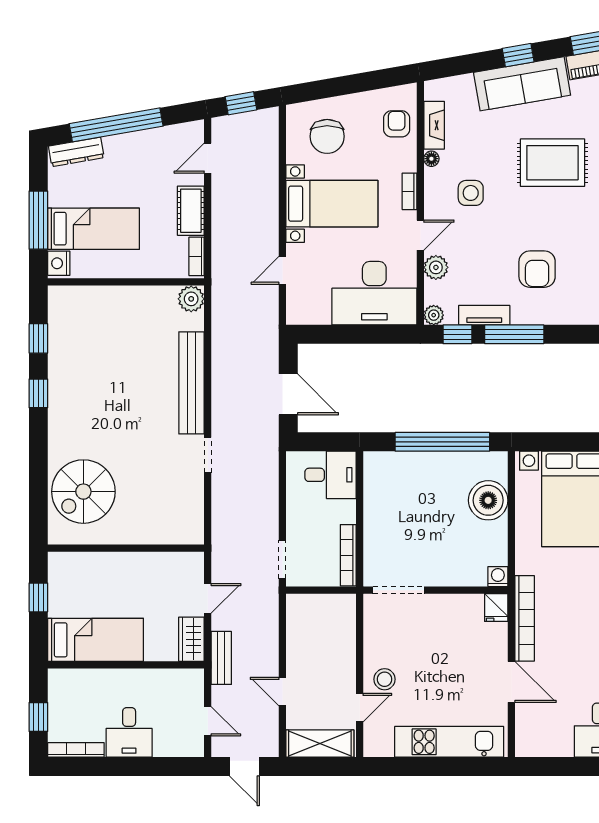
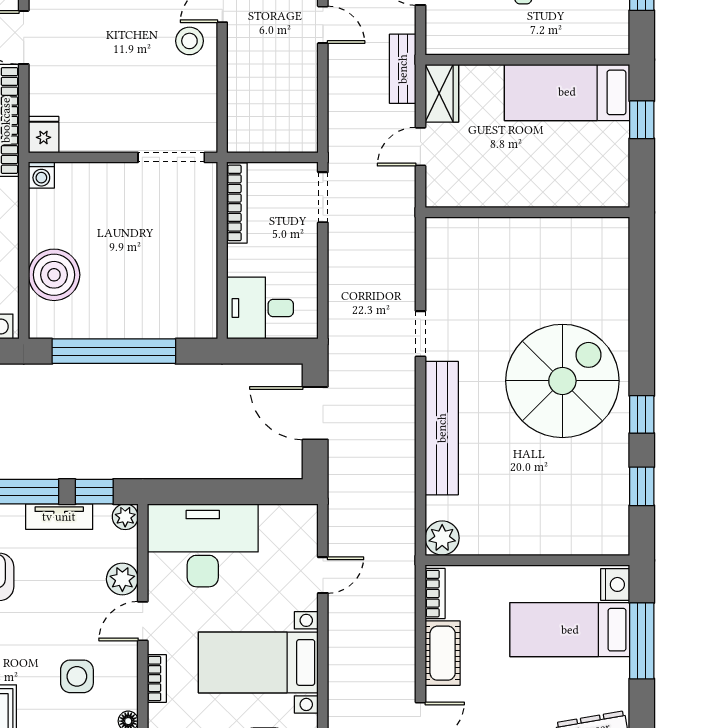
spiral stairs: (83, 492) -> (562, 381), moved, width x1.37, depth x1.37
window: (38, 597) -> (642, 120), moved

